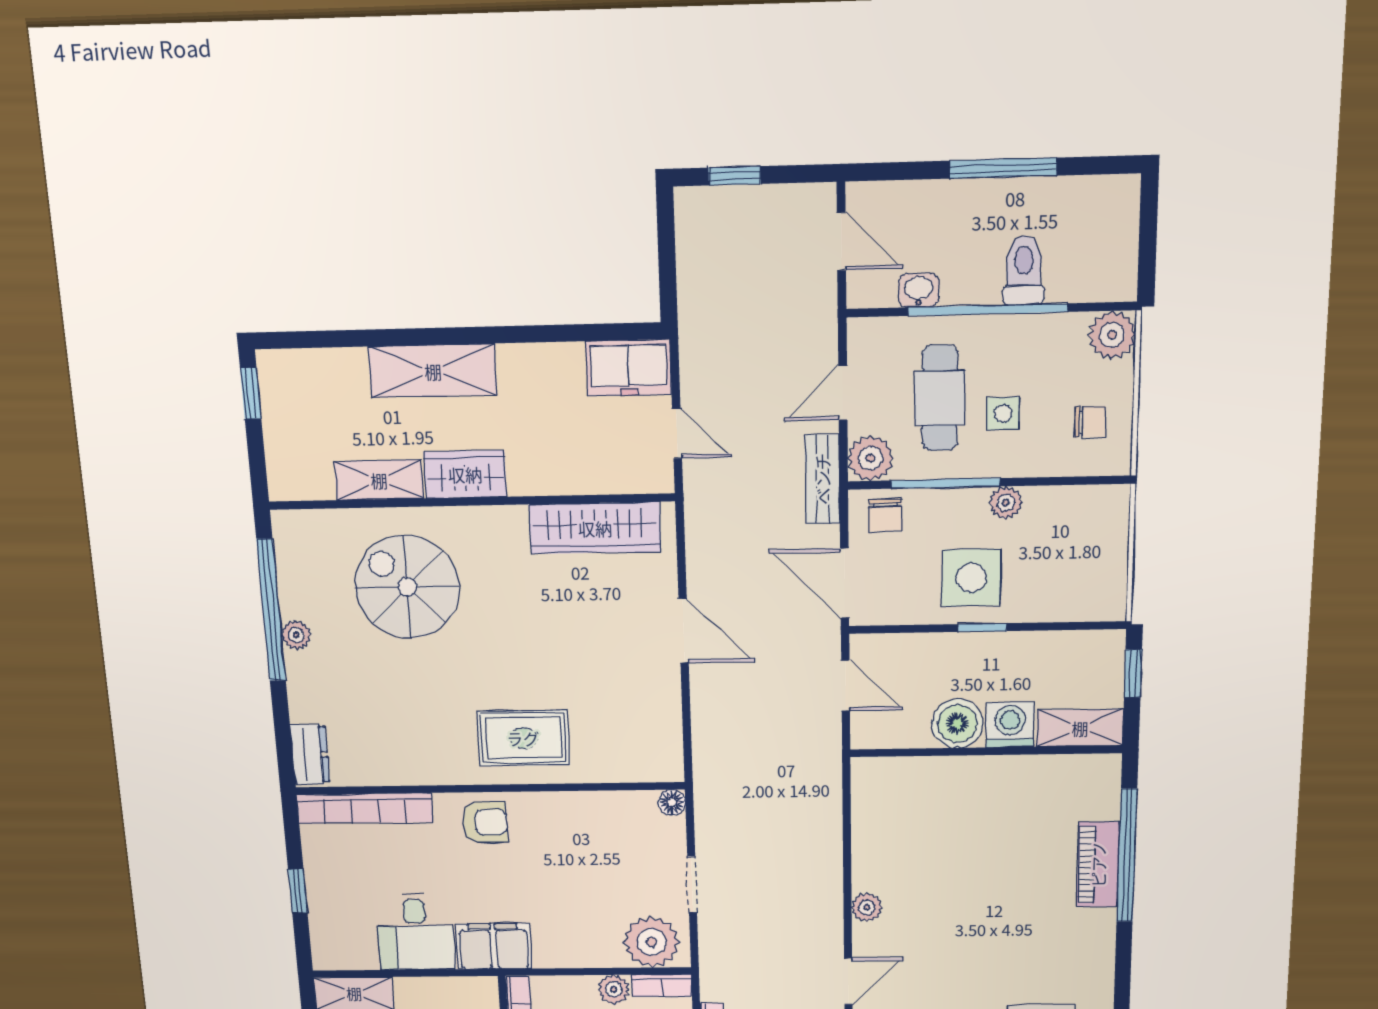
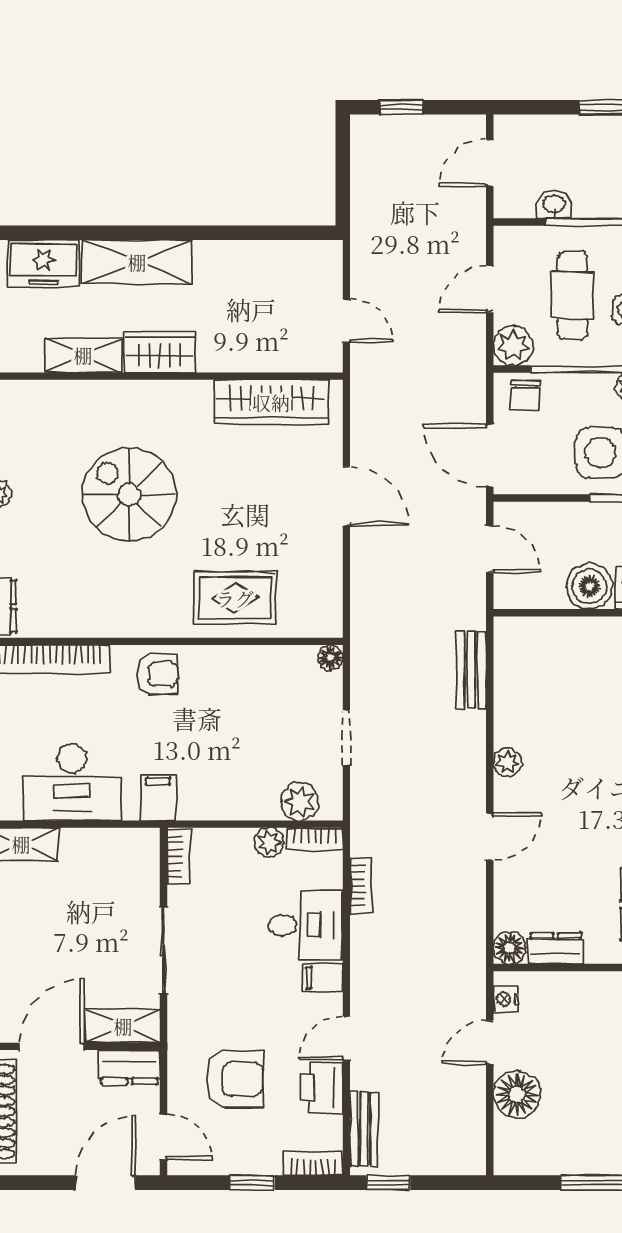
door: (841, 241) -> (490, 163), swing flipped
freezer: (629, 368) -> (44, 263), moved
bench: (822, 479) -> (471, 670), moved
spiral stairs: (407, 587) -> (129, 495), moved
rug: (523, 738) -> (235, 598), moved
desk: (416, 932) -> (72, 782), width x1.37
plant: (652, 942) -> (300, 802), width x0.73, depth x0.73
filing cabinet: (494, 946) -> (158, 798), width x0.50

